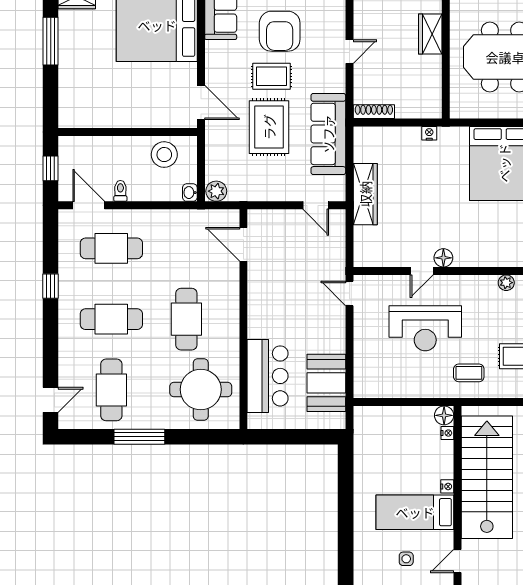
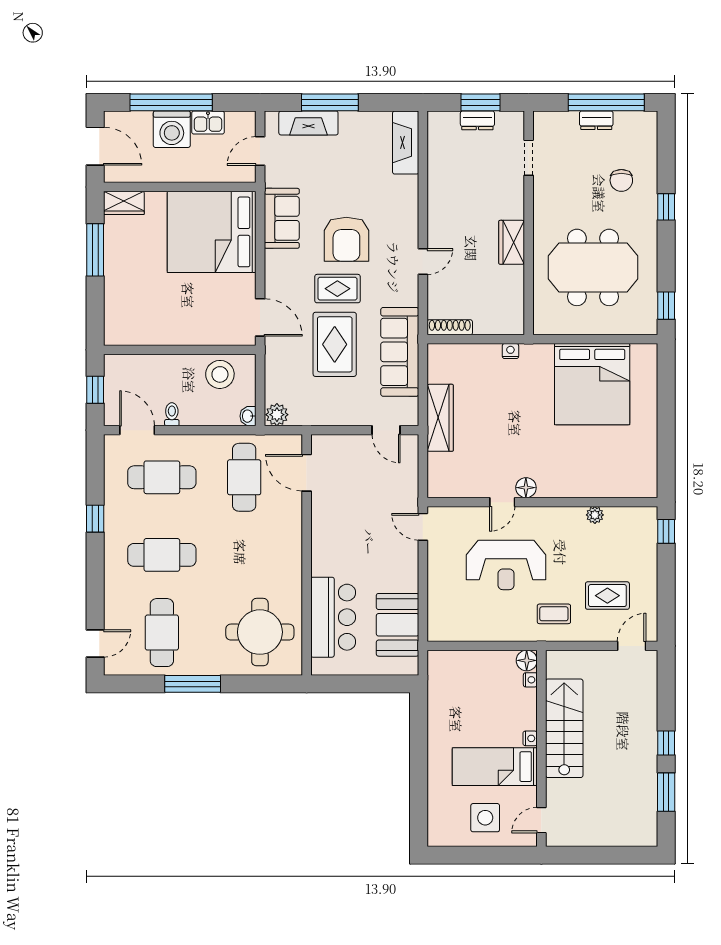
cafe table: (186, 319) -> (244, 477), moved
stairs: (487, 477) -> (564, 728), width x0.73, depth x0.66
side table: (406, 559) -> (485, 818), width x1.87, depth x1.87

